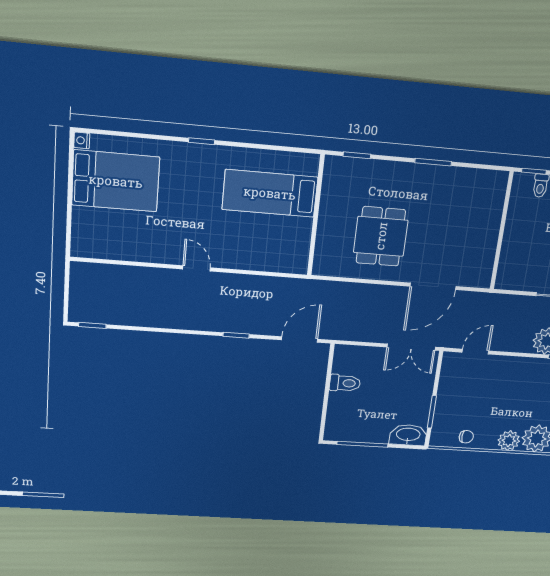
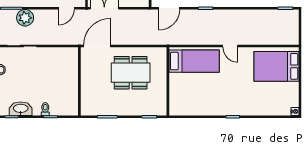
bed: (116, 181) -> (277, 66), moved
bed: (270, 193) -> (194, 61), moved
wall: (502, 231) -> (79, 81), moved
dining table: (381, 236) -> (131, 73), width x1.37

